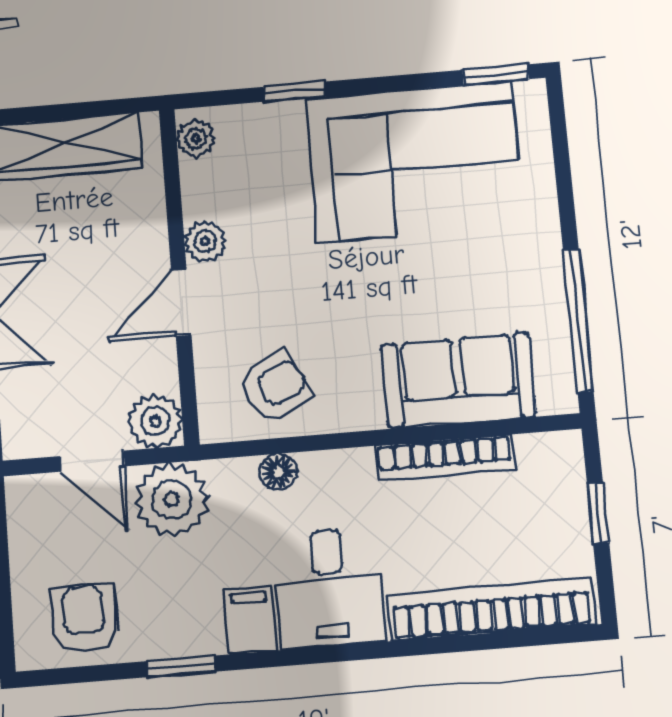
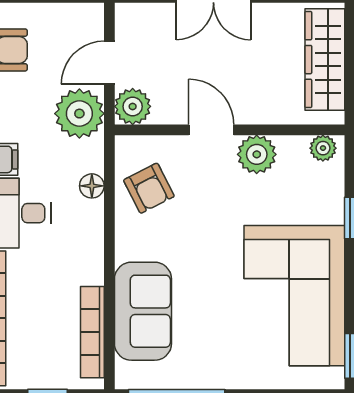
plant: (205, 241) -> (257, 154), width x1.38, depth x1.38
bookcase: (445, 458) -> (92, 332), moved

